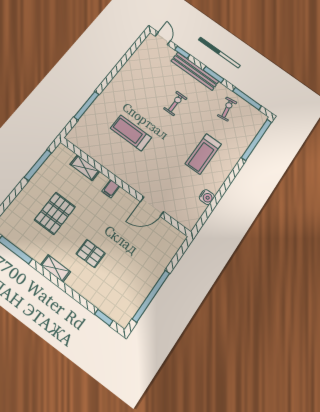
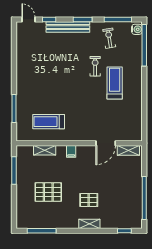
exercise bike: (175, 103) -> (95, 66), moved
treadmill: (131, 133) -> (49, 122), moved
treadmill: (203, 154) -> (115, 83), turned 180
water cooler: (207, 197) -> (137, 29), moved
pallet: (55, 213) -> (48, 192), turned 90
shelving: (170, 231) -> (128, 150), added
shelving: (55, 268) -> (89, 224), moved

